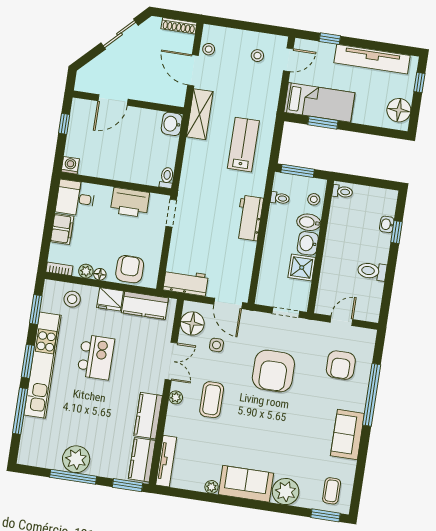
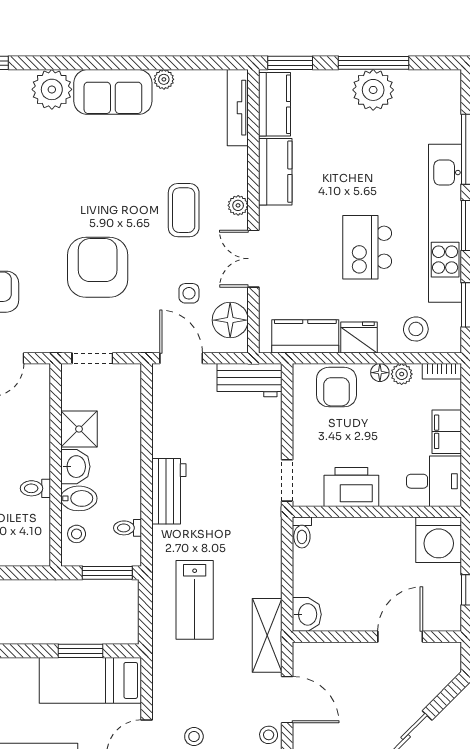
washing machine: (70, 165) -> (439, 540), width x1.89, depth x1.89
toilet: (342, 192) -> (35, 488), moved

